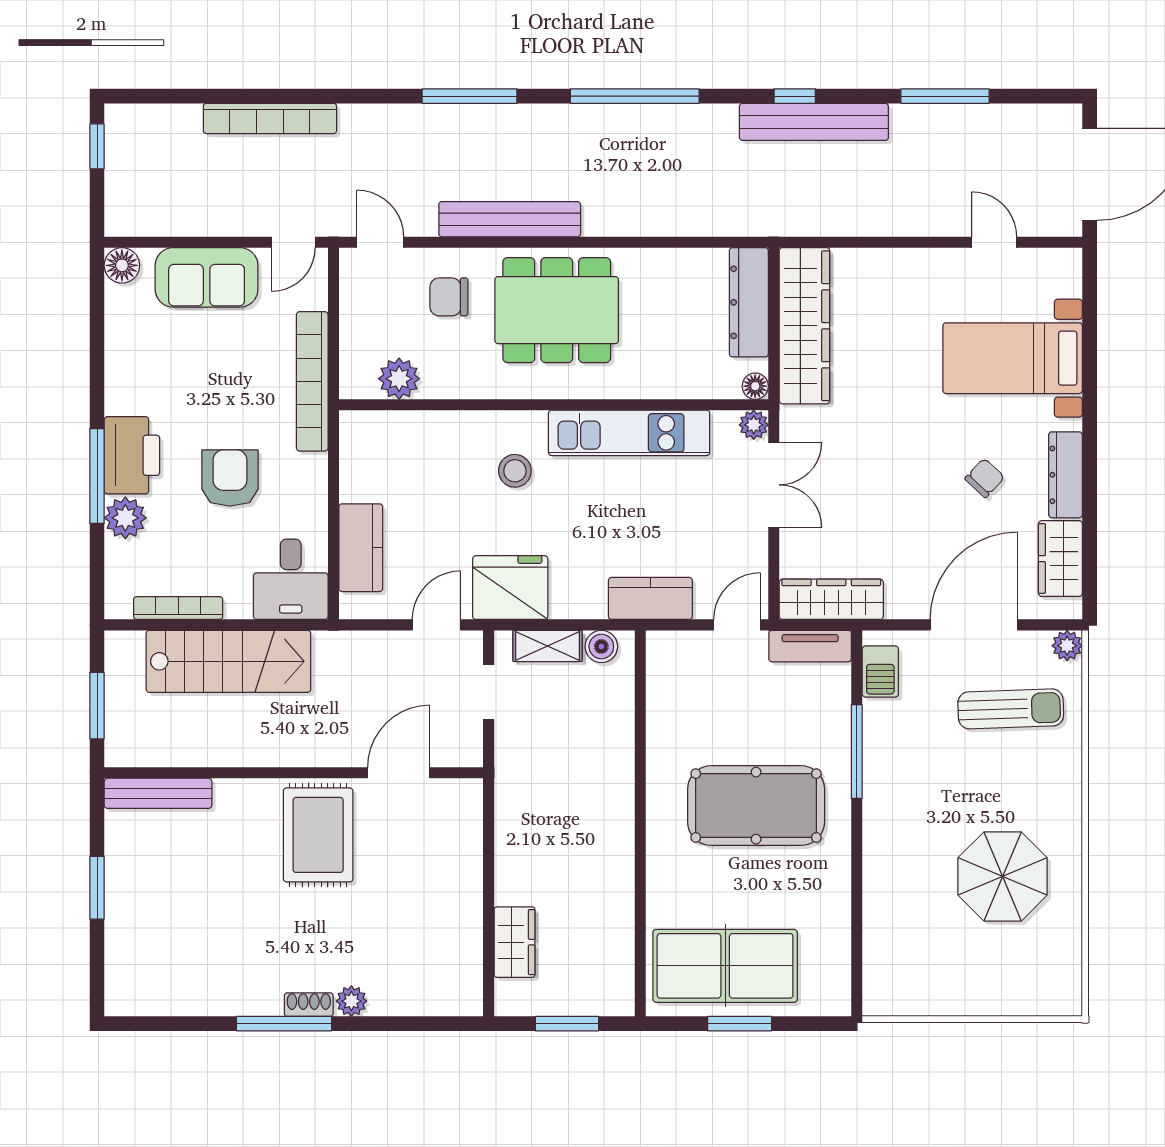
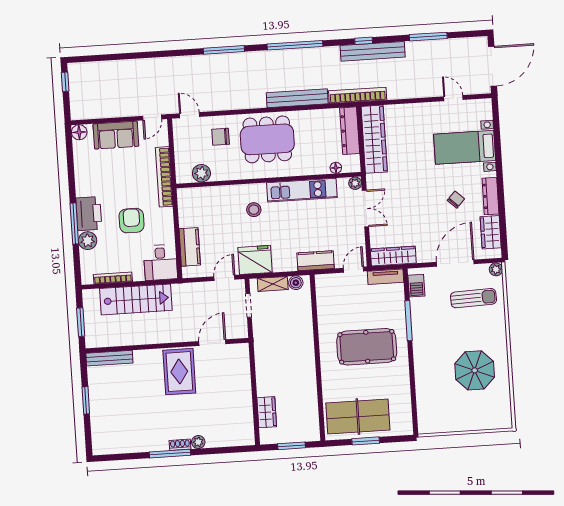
bookcase: (270, 118) -> (358, 95), moved, turned 180
bench: (510, 219) -> (297, 98), moved
floor lamp: (755, 386) -> (336, 168), moved

